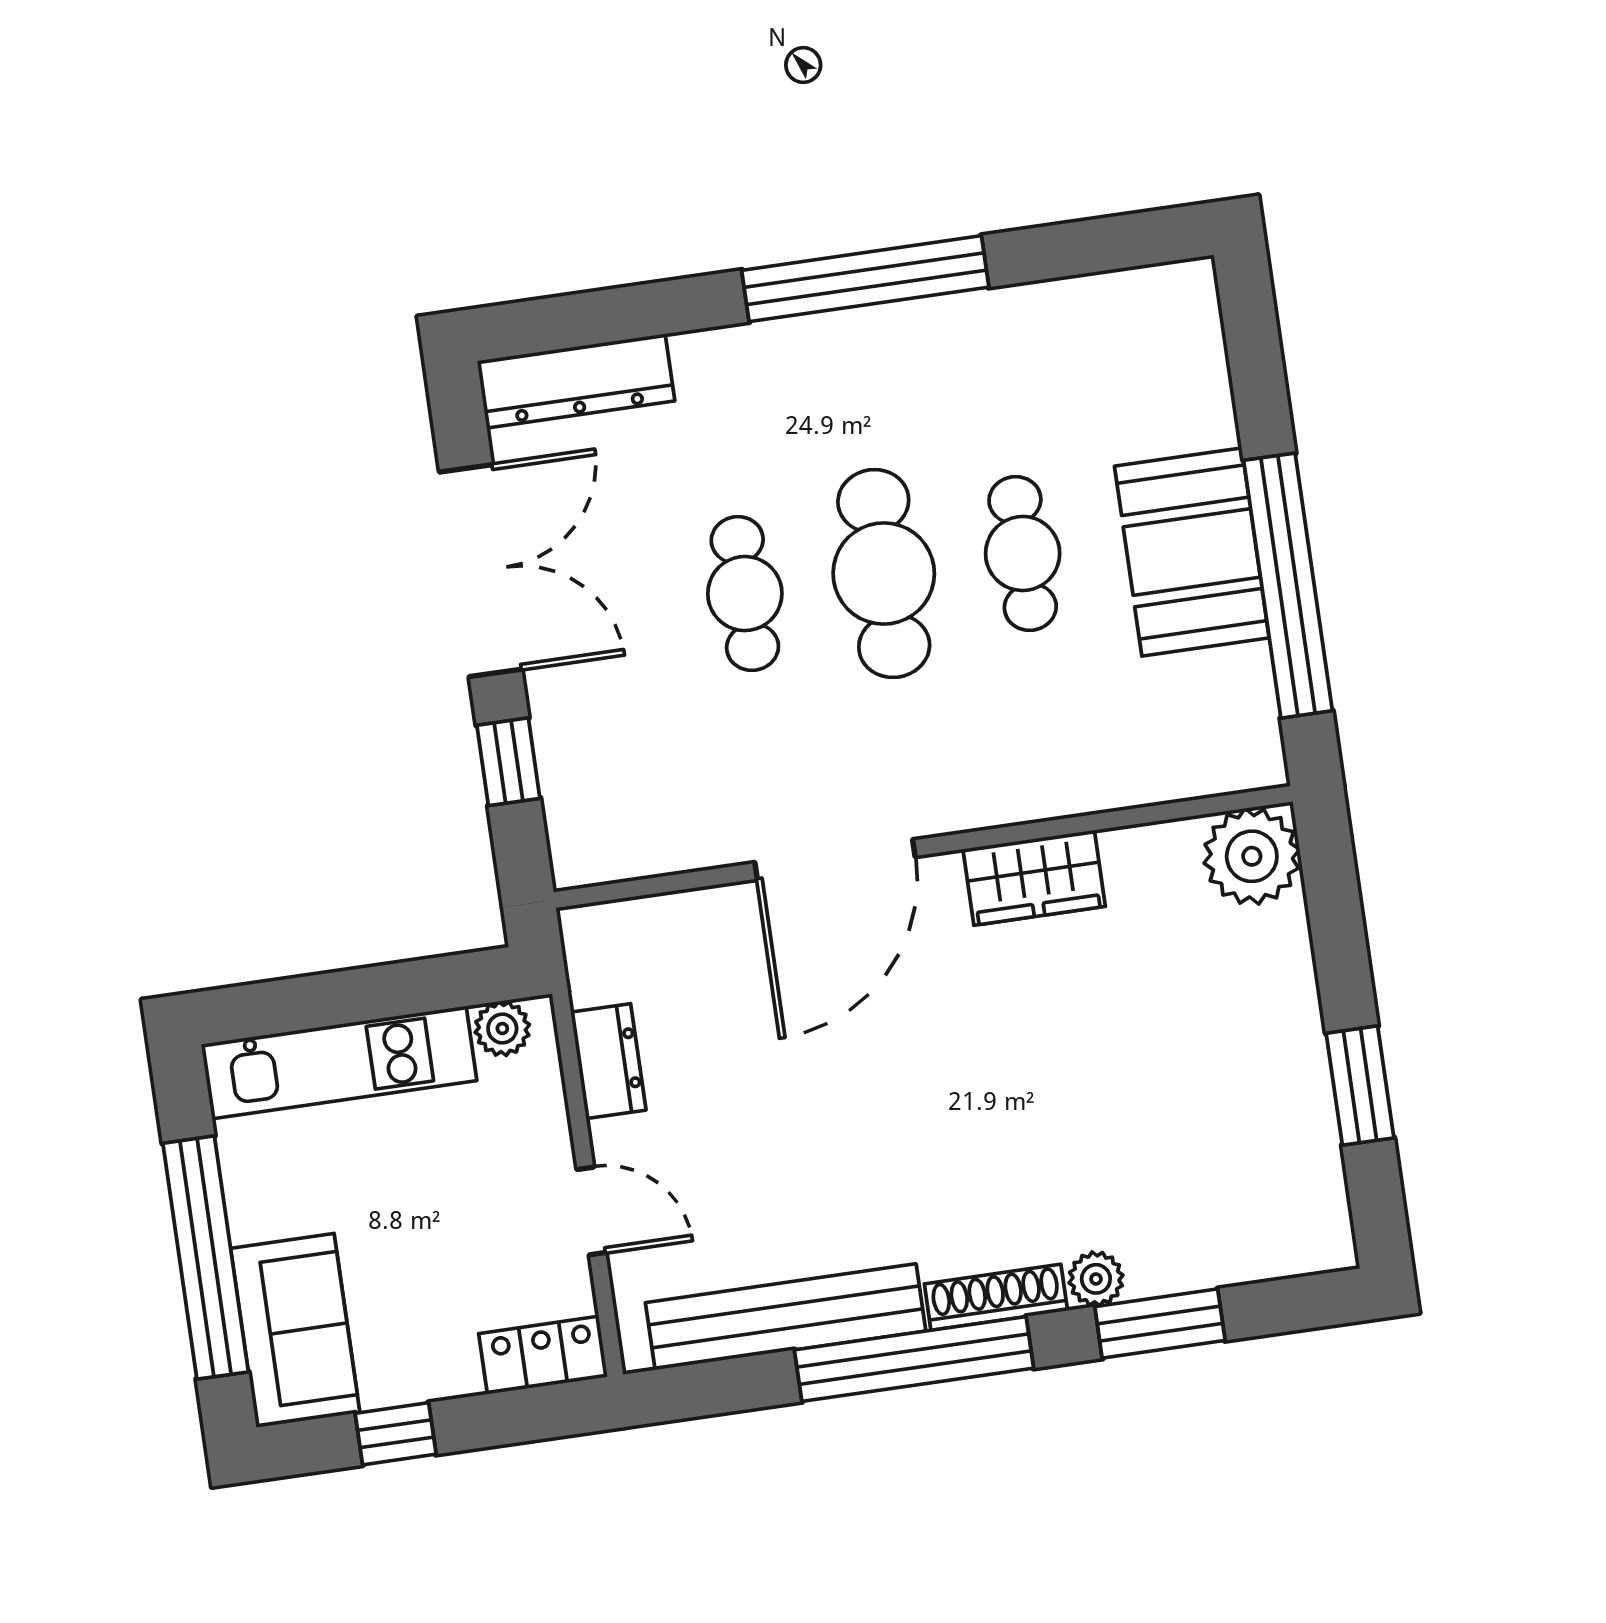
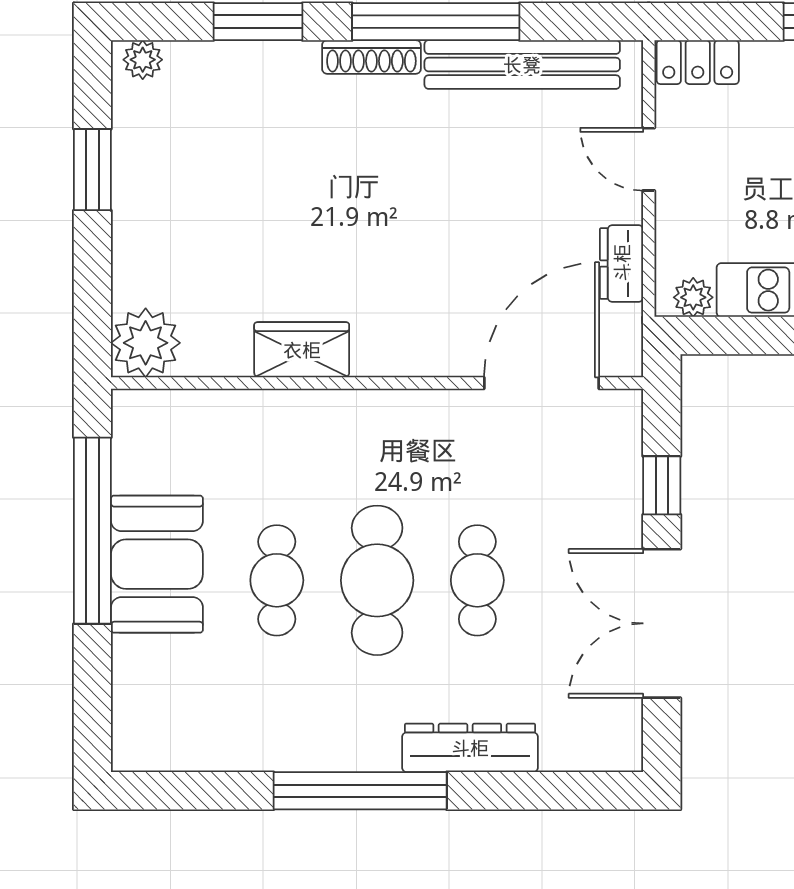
dresser: (576, 381) -> (470, 748), moved
door: (835, 860) -> (542, 383), moved
plant: (1096, 1279) -> (143, 60), moved

